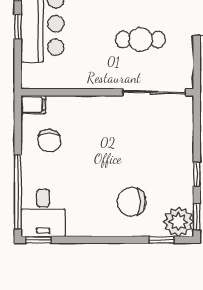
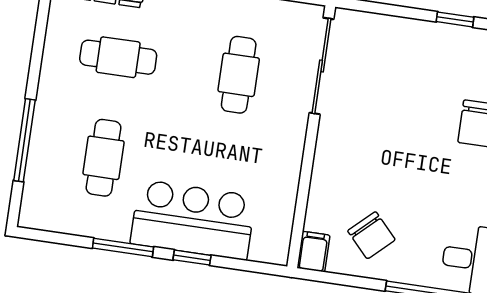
chair: (49, 141) -> (371, 235), turned 47

